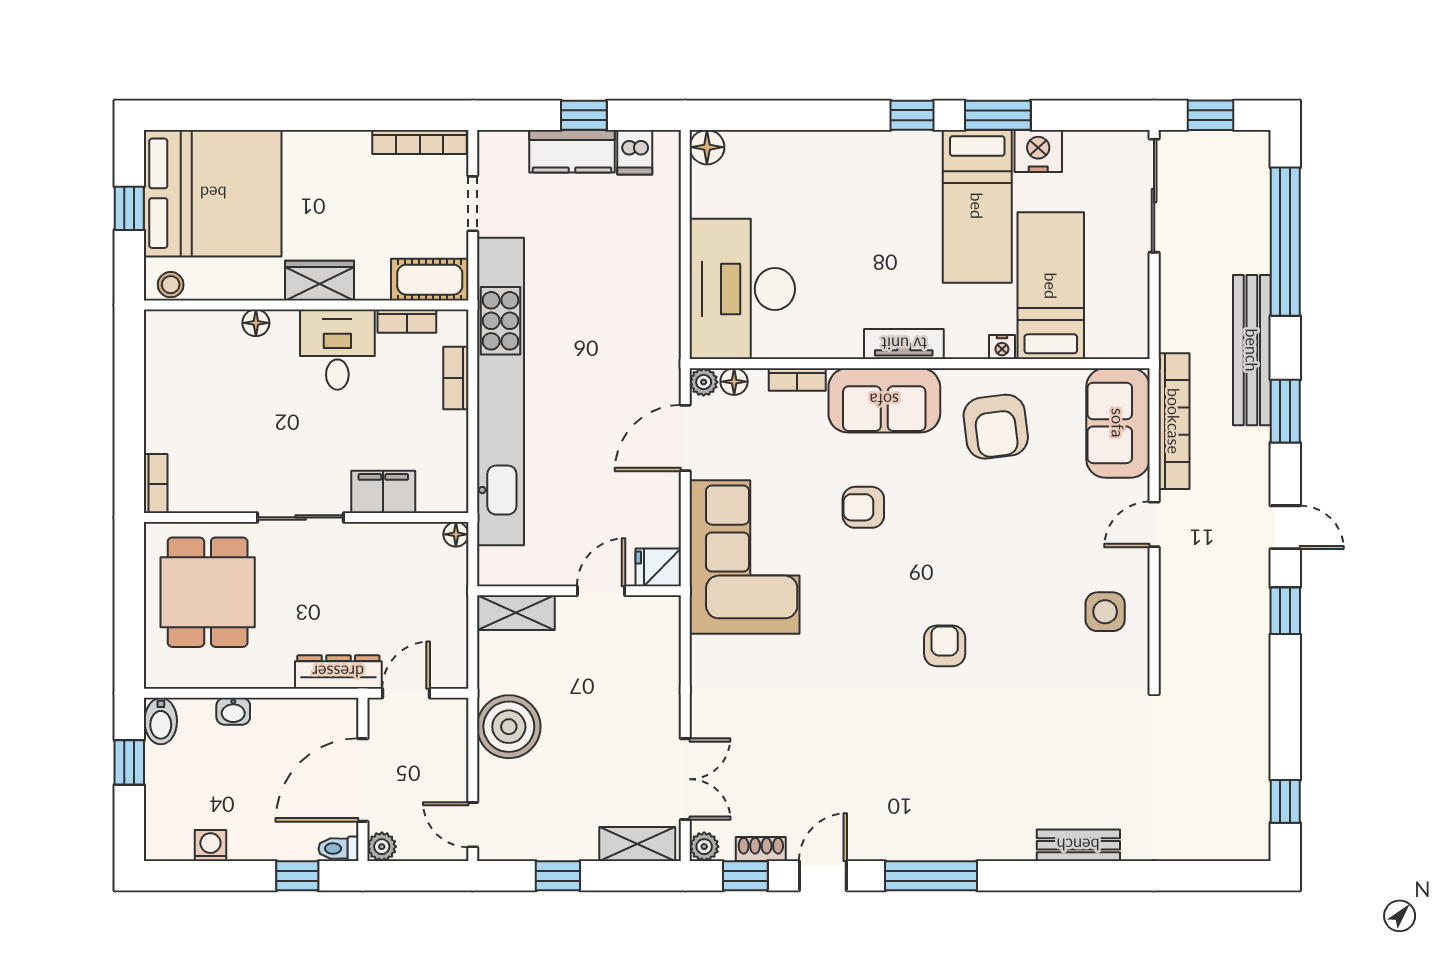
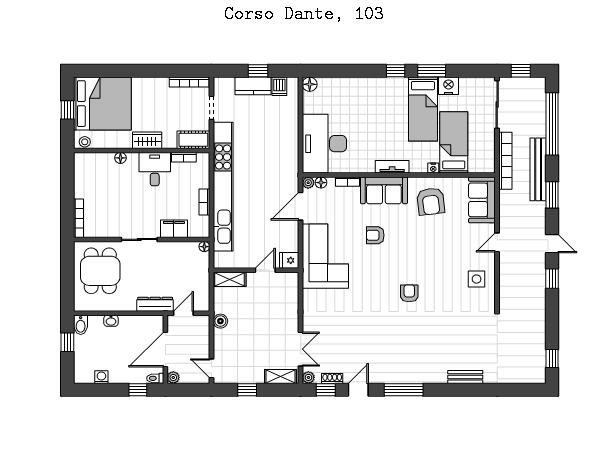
bookcase: (456, 378) -> (204, 202), moved
bookcase: (1174, 421) -> (505, 161), moved
bookcase: (156, 484) -> (78, 218), width x1.56
boiler: (509, 727) -> (220, 321), width x0.54, depth x0.54

